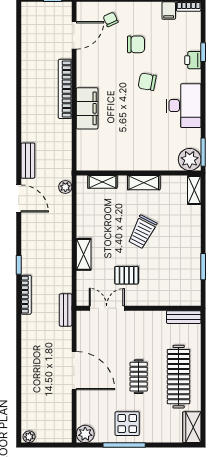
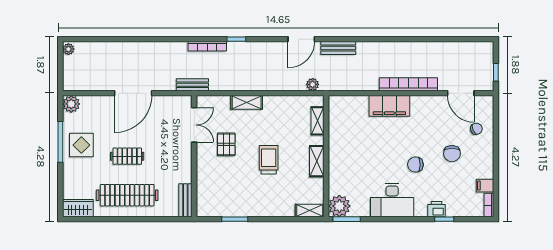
chair: (147, 82) -> (415, 165), turned -100
trolley: (142, 232) -> (269, 160), turned 63

